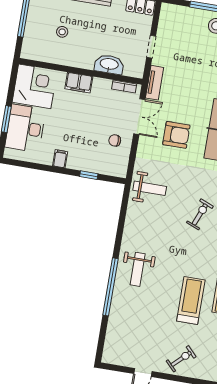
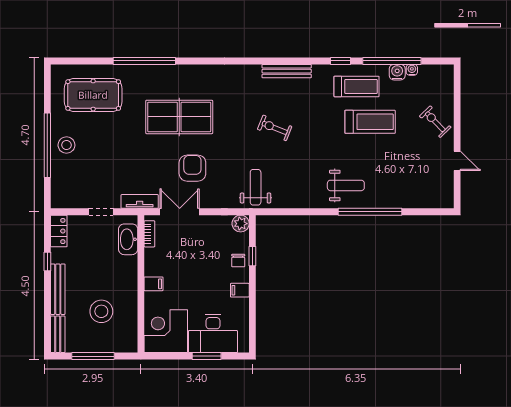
stool: (62, 32) -> (101, 311), width x1.89, depth x1.89
washbasin: (109, 64) -> (128, 239), moved
filing cabinet: (79, 83) -> (154, 284), width x0.50
chair: (115, 140) -> (238, 261), moved
plant: (120, 170) -> (241, 224), added
treadmill: (191, 301) -> (370, 122), turned 180

